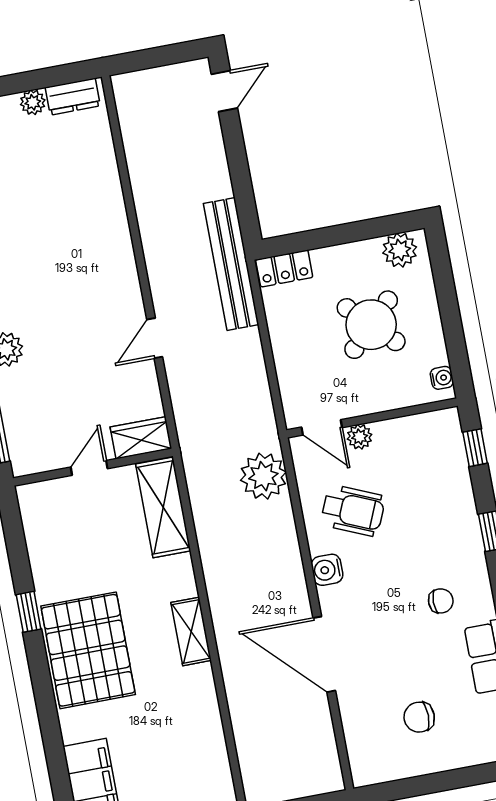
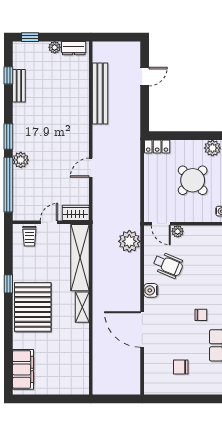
door: (224, 91) -> (145, 77), moved
bench: (231, 264) -> (100, 93), moved
trolley: (54, 504) -> (29, 236), added
shelving: (163, 507) -> (80, 258), width x1.47

